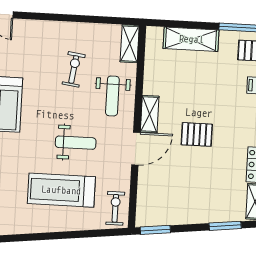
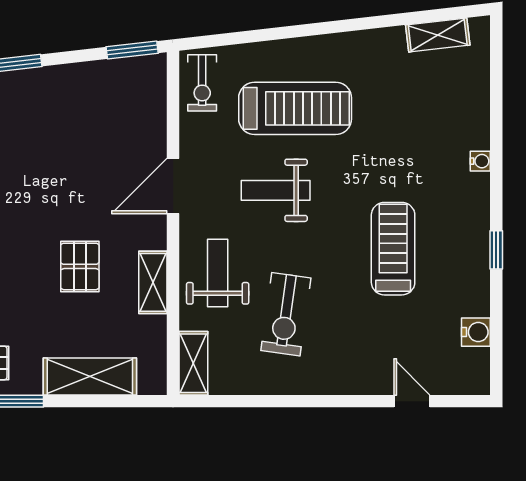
exercise bike: (74, 69) -> (286, 314), width x1.38, depth x1.39
shelving: (150, 114) -> (153, 282), moved
pallet: (197, 134) -> (80, 266), moved, turned 90

